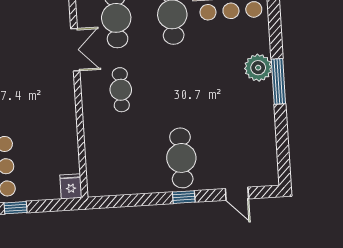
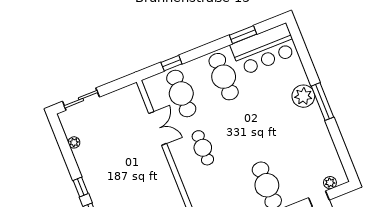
plant: (256, 179) -> (330, 183), added

